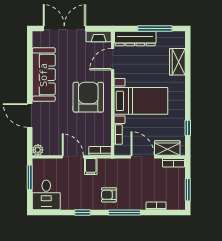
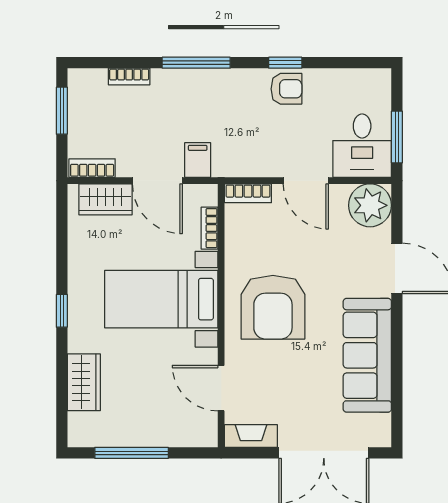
dresser: (135, 38) -> (173, 432), removed
door: (113, 59) -> (221, 388), swing flipped
window: (188, 128) -> (62, 311), moved
plant: (38, 150) -> (370, 205), width x1.87, depth x1.87
filing cabinet: (91, 167) -> (198, 160), moved
desk: (46, 195) -> (362, 146), moved, turned 180
armchair: (109, 195) -> (286, 89), moved

